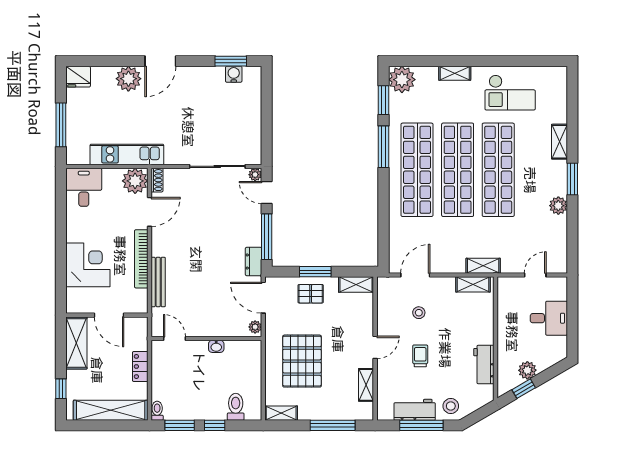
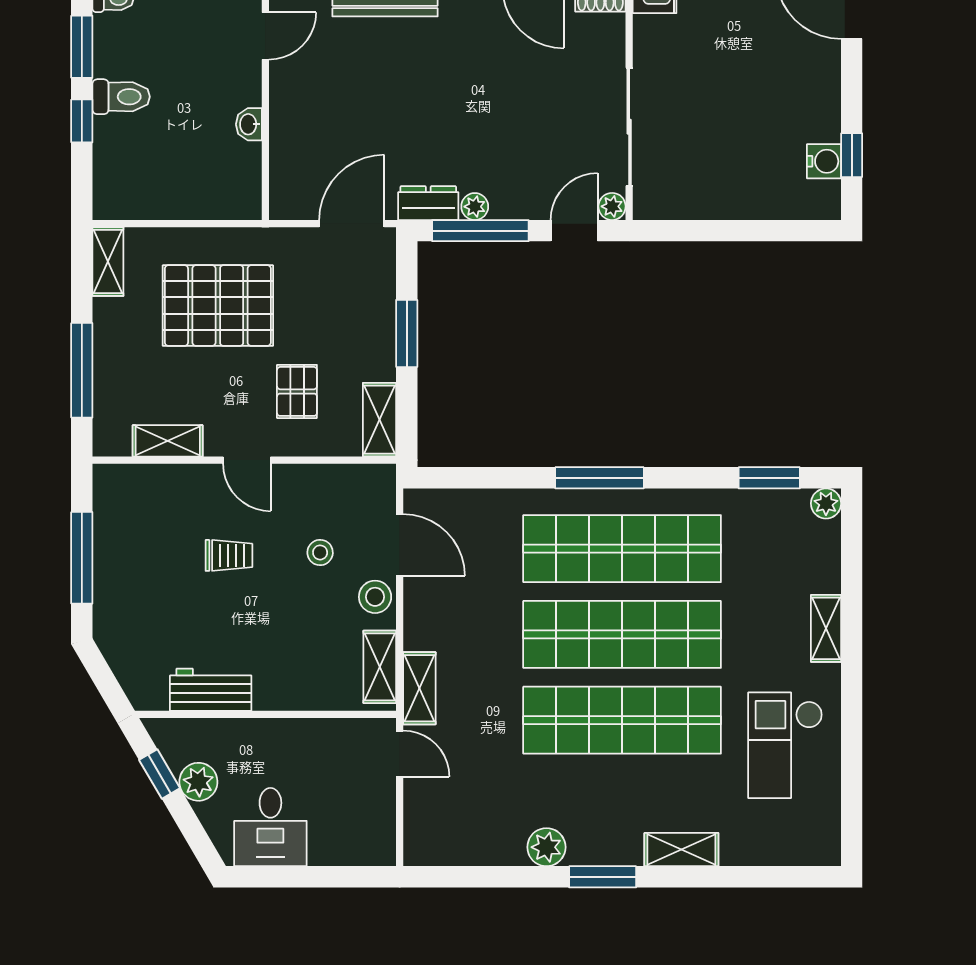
window: (231, 61) -> (852, 155), width x0.67
plant: (402, 80) -> (826, 503), width x0.53, depth x0.53
window: (383, 147) -> (599, 478), moved
door: (535, 275) -> (400, 754), moved
pallet: (311, 294) -> (297, 391), moved
desk: (549, 318) -> (270, 827), moved
plant: (255, 327) -> (475, 207), moved
stool: (451, 406) -> (375, 597), moved
toilet: (236, 407) -> (121, 97), moved
workbench: (415, 410) -> (115, 544), removed

